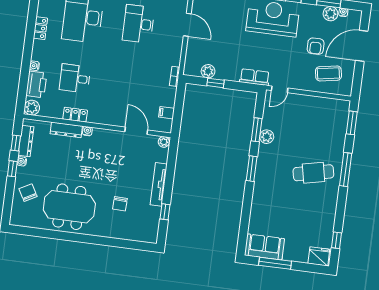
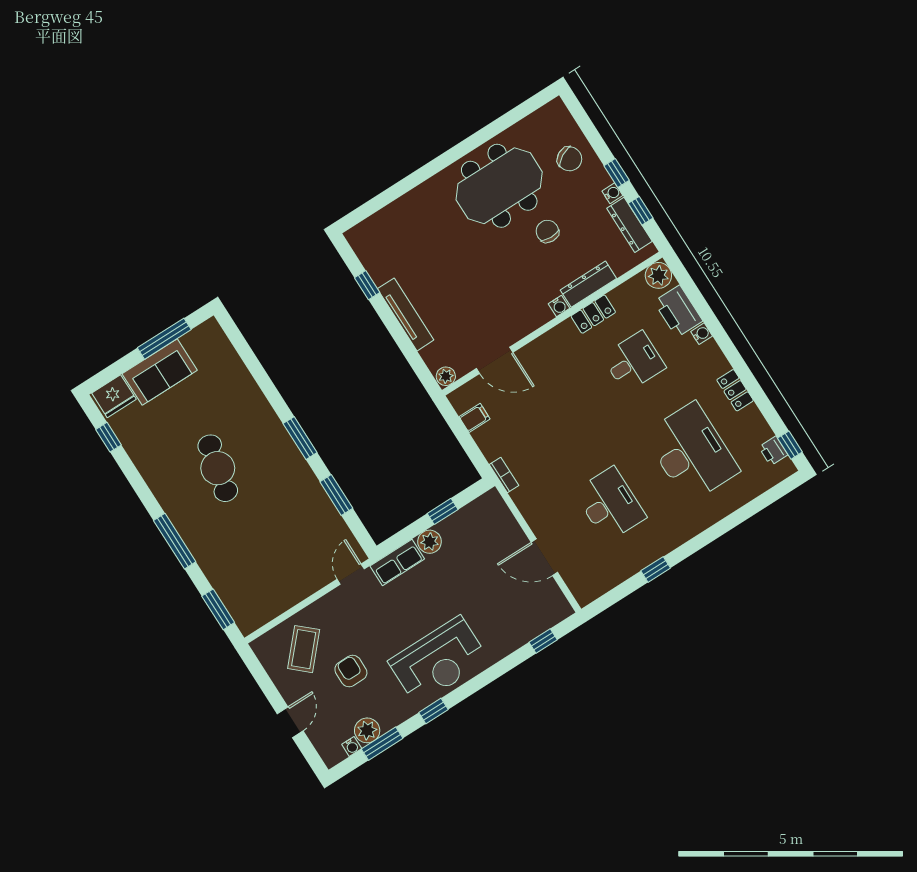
door: (362, 46) -> (290, 722), width x0.53
plant: (208, 71) -> (430, 542), moved
coffee table: (328, 73) -> (304, 649), turned -38
plant: (267, 137) -> (315, 497), removed
cafe table: (313, 173) -> (218, 468), moved, turned -65
chair: (120, 204) -> (547, 231), moved
sofa: (264, 247) -> (160, 372), moved

